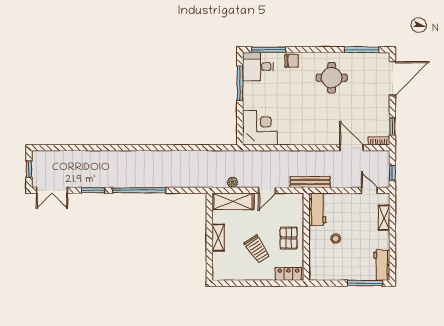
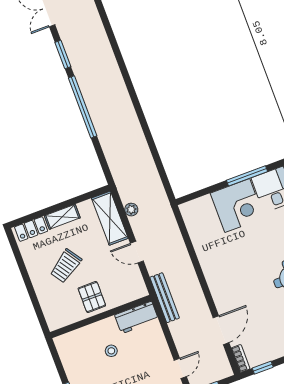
corner desk: (260, 128) -> (237, 206), moved
pallet: (289, 238) -> (92, 297), turned 90
locker: (288, 274) -> (31, 229), moved, turned 90

